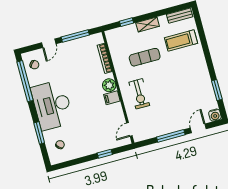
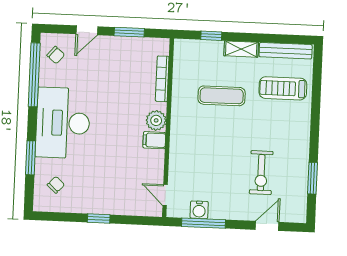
bench: (180, 16) -> (286, 51), width x1.36
window: (75, 36) -> (129, 32), width x0.69
exercise bike: (139, 94) -> (261, 173), moved
water cooler: (215, 115) -> (199, 210), moved
door: (129, 129) -> (165, 195), hinge flipped
window: (171, 136) -> (204, 223), moved
window: (105, 154) -> (99, 219), moved

